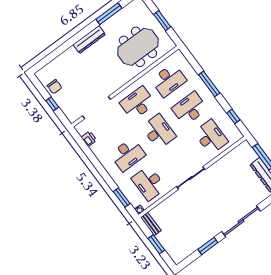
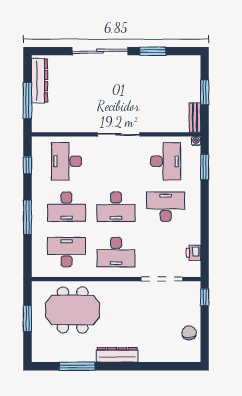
window: (52, 104) -> (205, 297), moved
desk: (159, 132) -> (116, 207), turned -90

